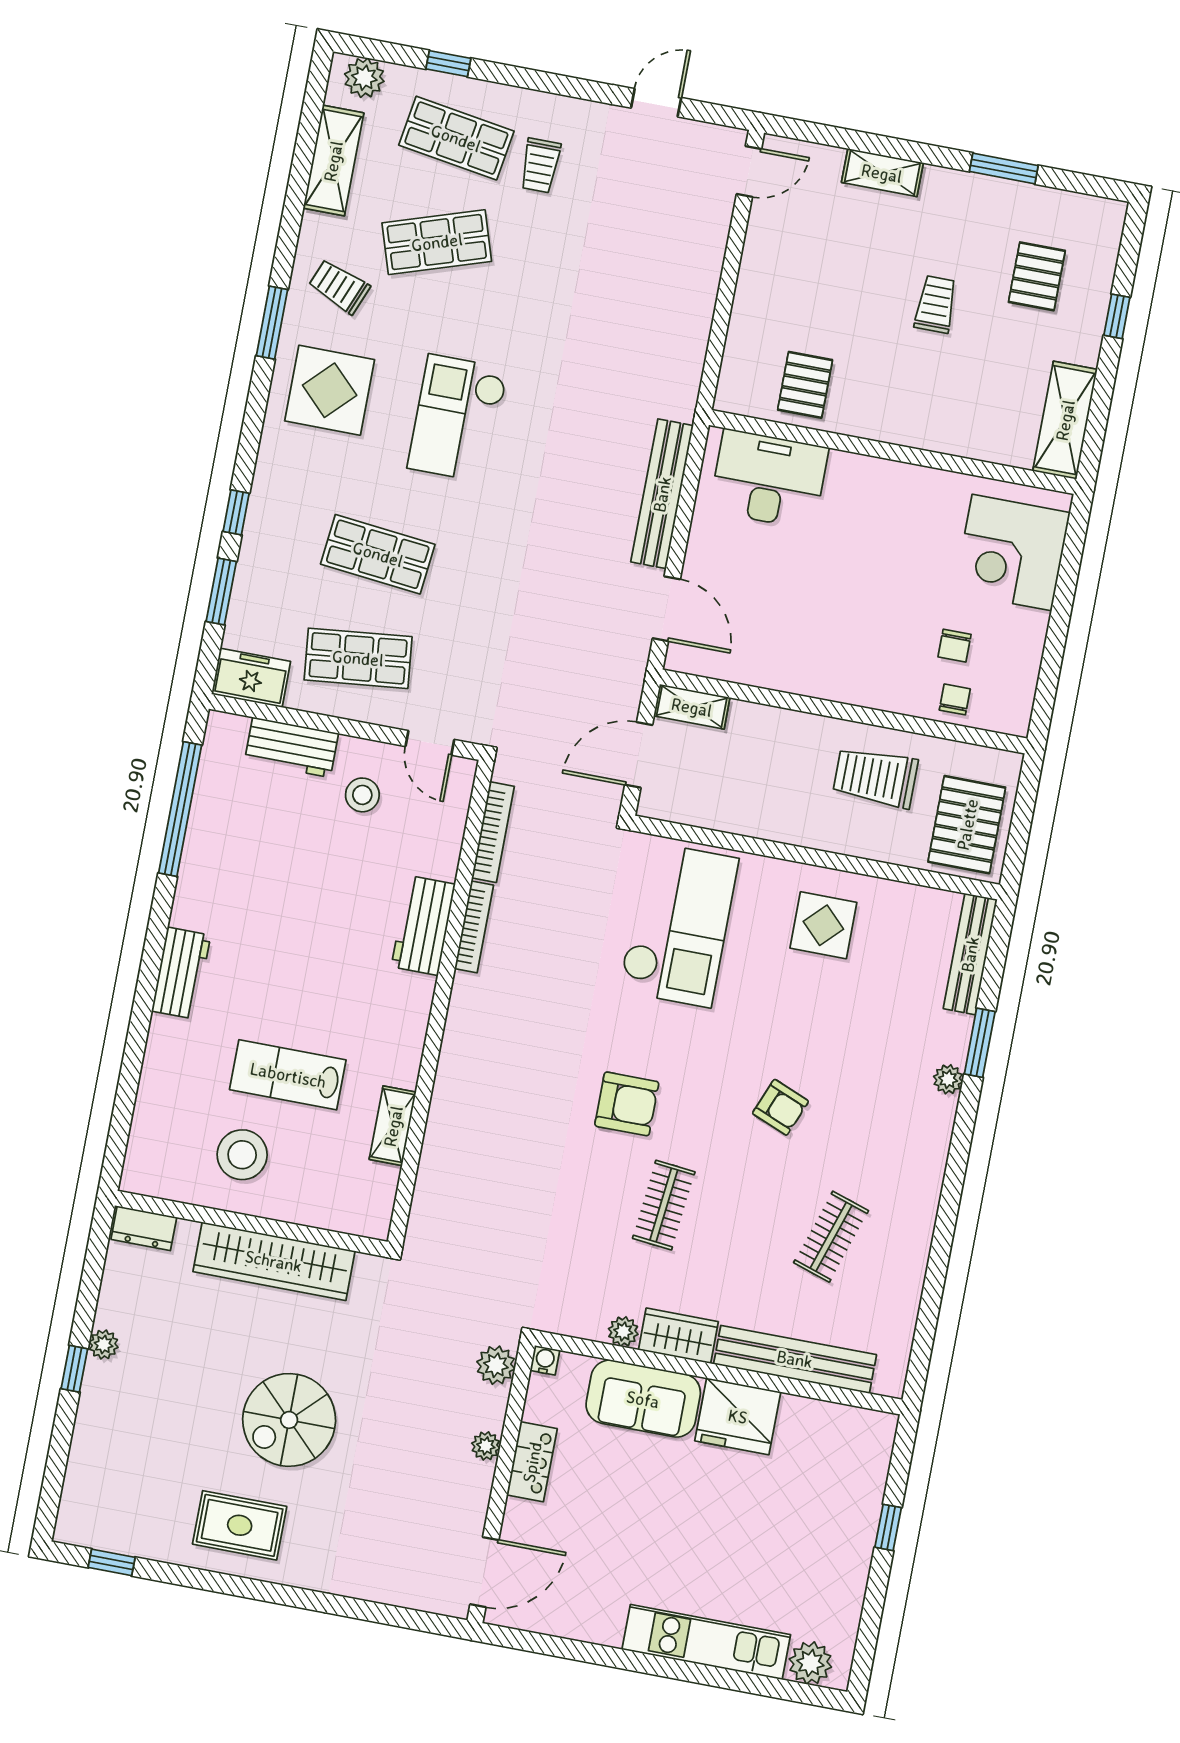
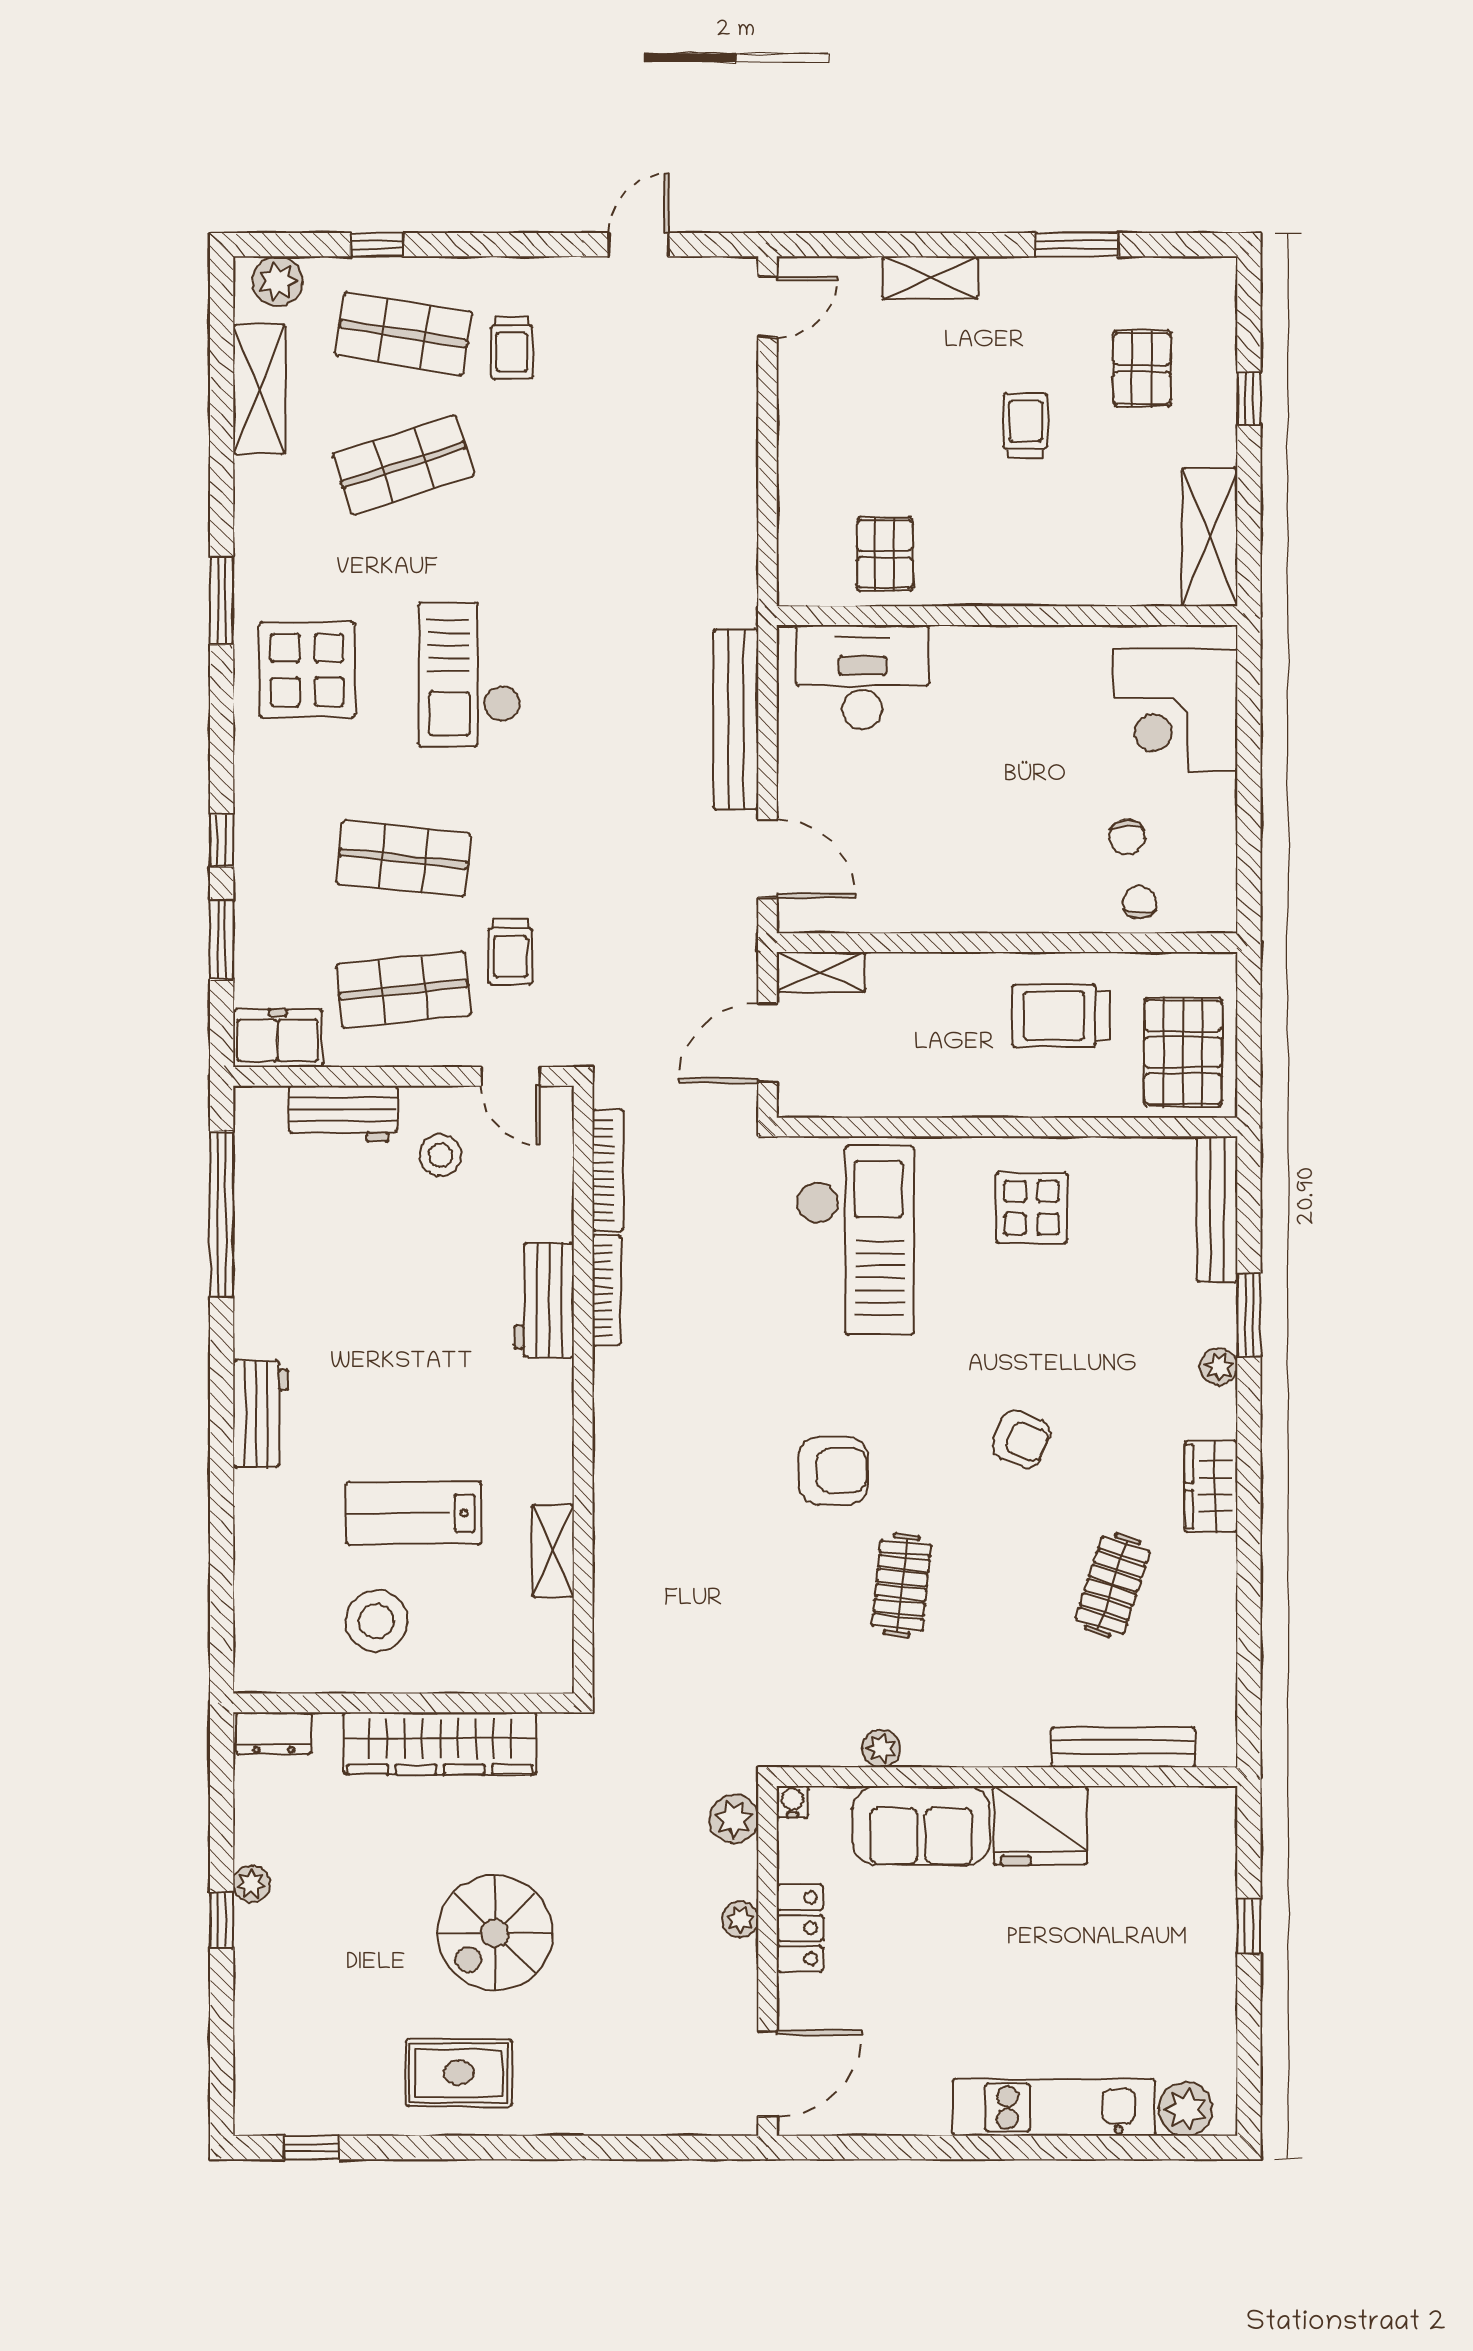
trolley: (339, 287) -> (510, 952), moved, turned -112
wardrobe: (678, 1336) -> (1211, 1486), moved, turned -90
bench: (795, 1359) -> (1123, 1747), width x0.73, depth x0.82

